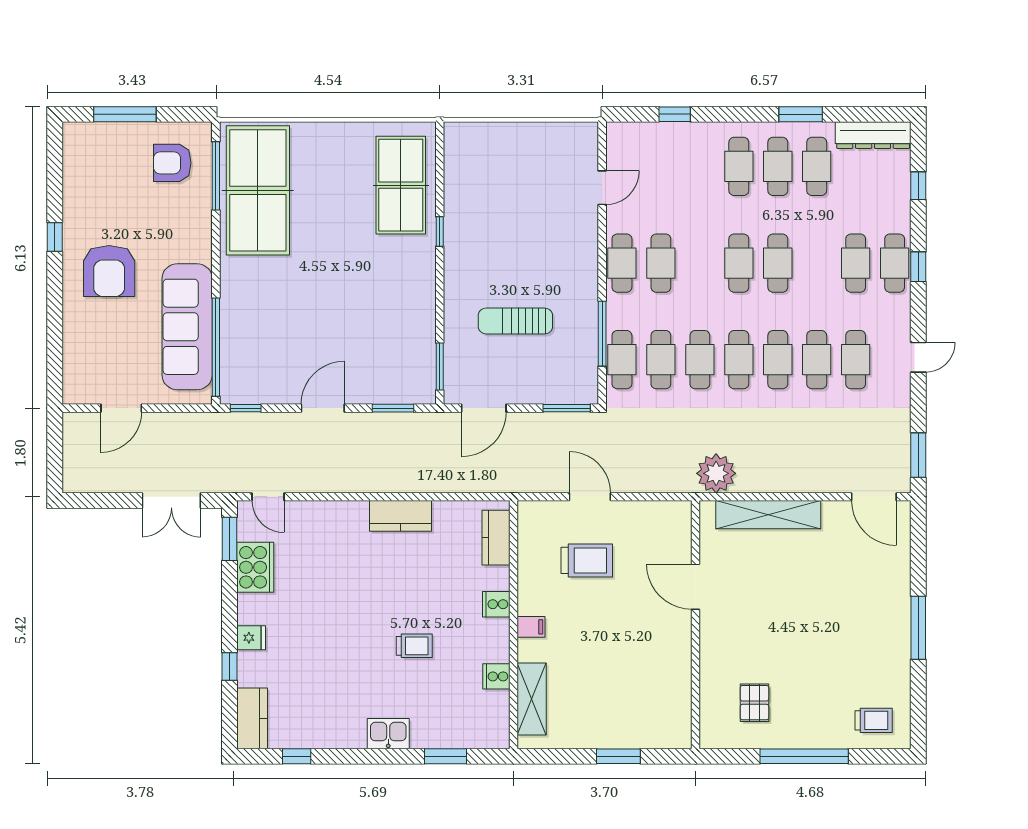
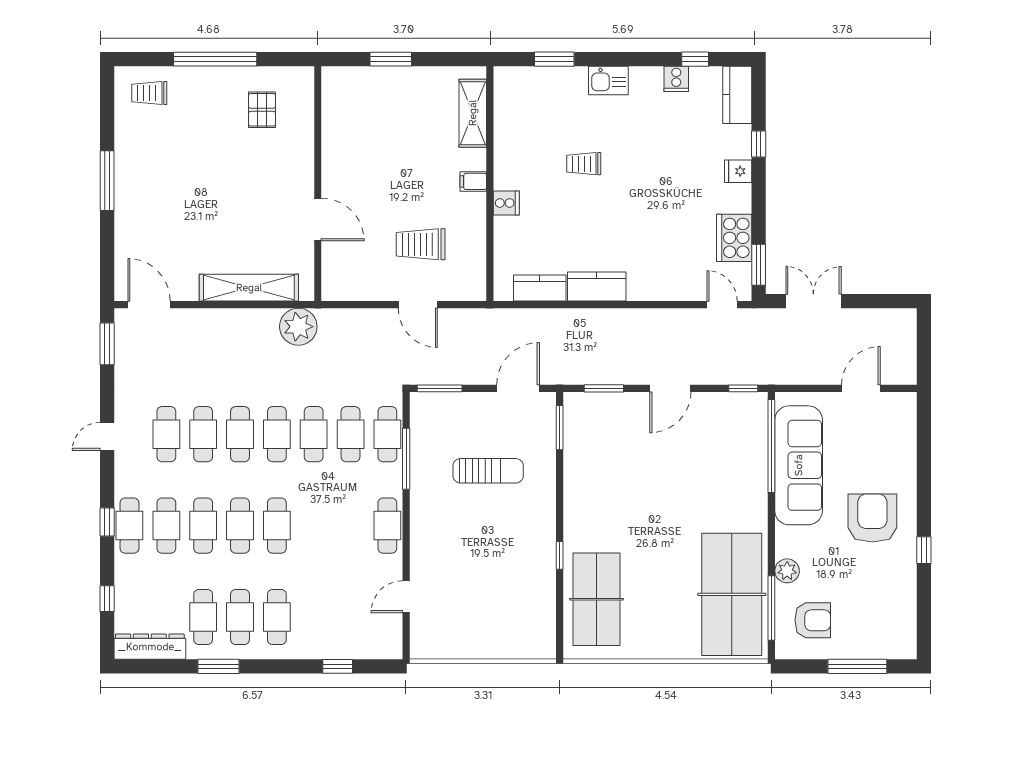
plant: (199, 215) -> (787, 571), added
cafe table: (661, 263) -> (203, 526), moved
kitchen counter: (496, 538) -> (540, 288), moved, turned -90
cooker: (496, 676) -> (676, 79), moved, turned 90

